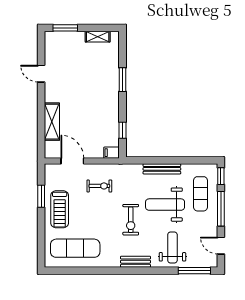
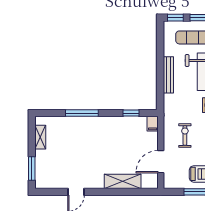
window: (123, 80) -> (82, 113), width x1.44

